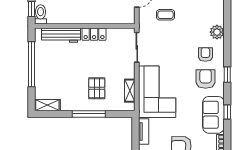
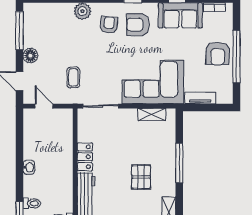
coffee table: (165, 15) -> (73, 77), moved
armchair: (205, 55) -> (109, 25), turned 95
pallet: (97, 88) -> (141, 177), moved, turned 90

